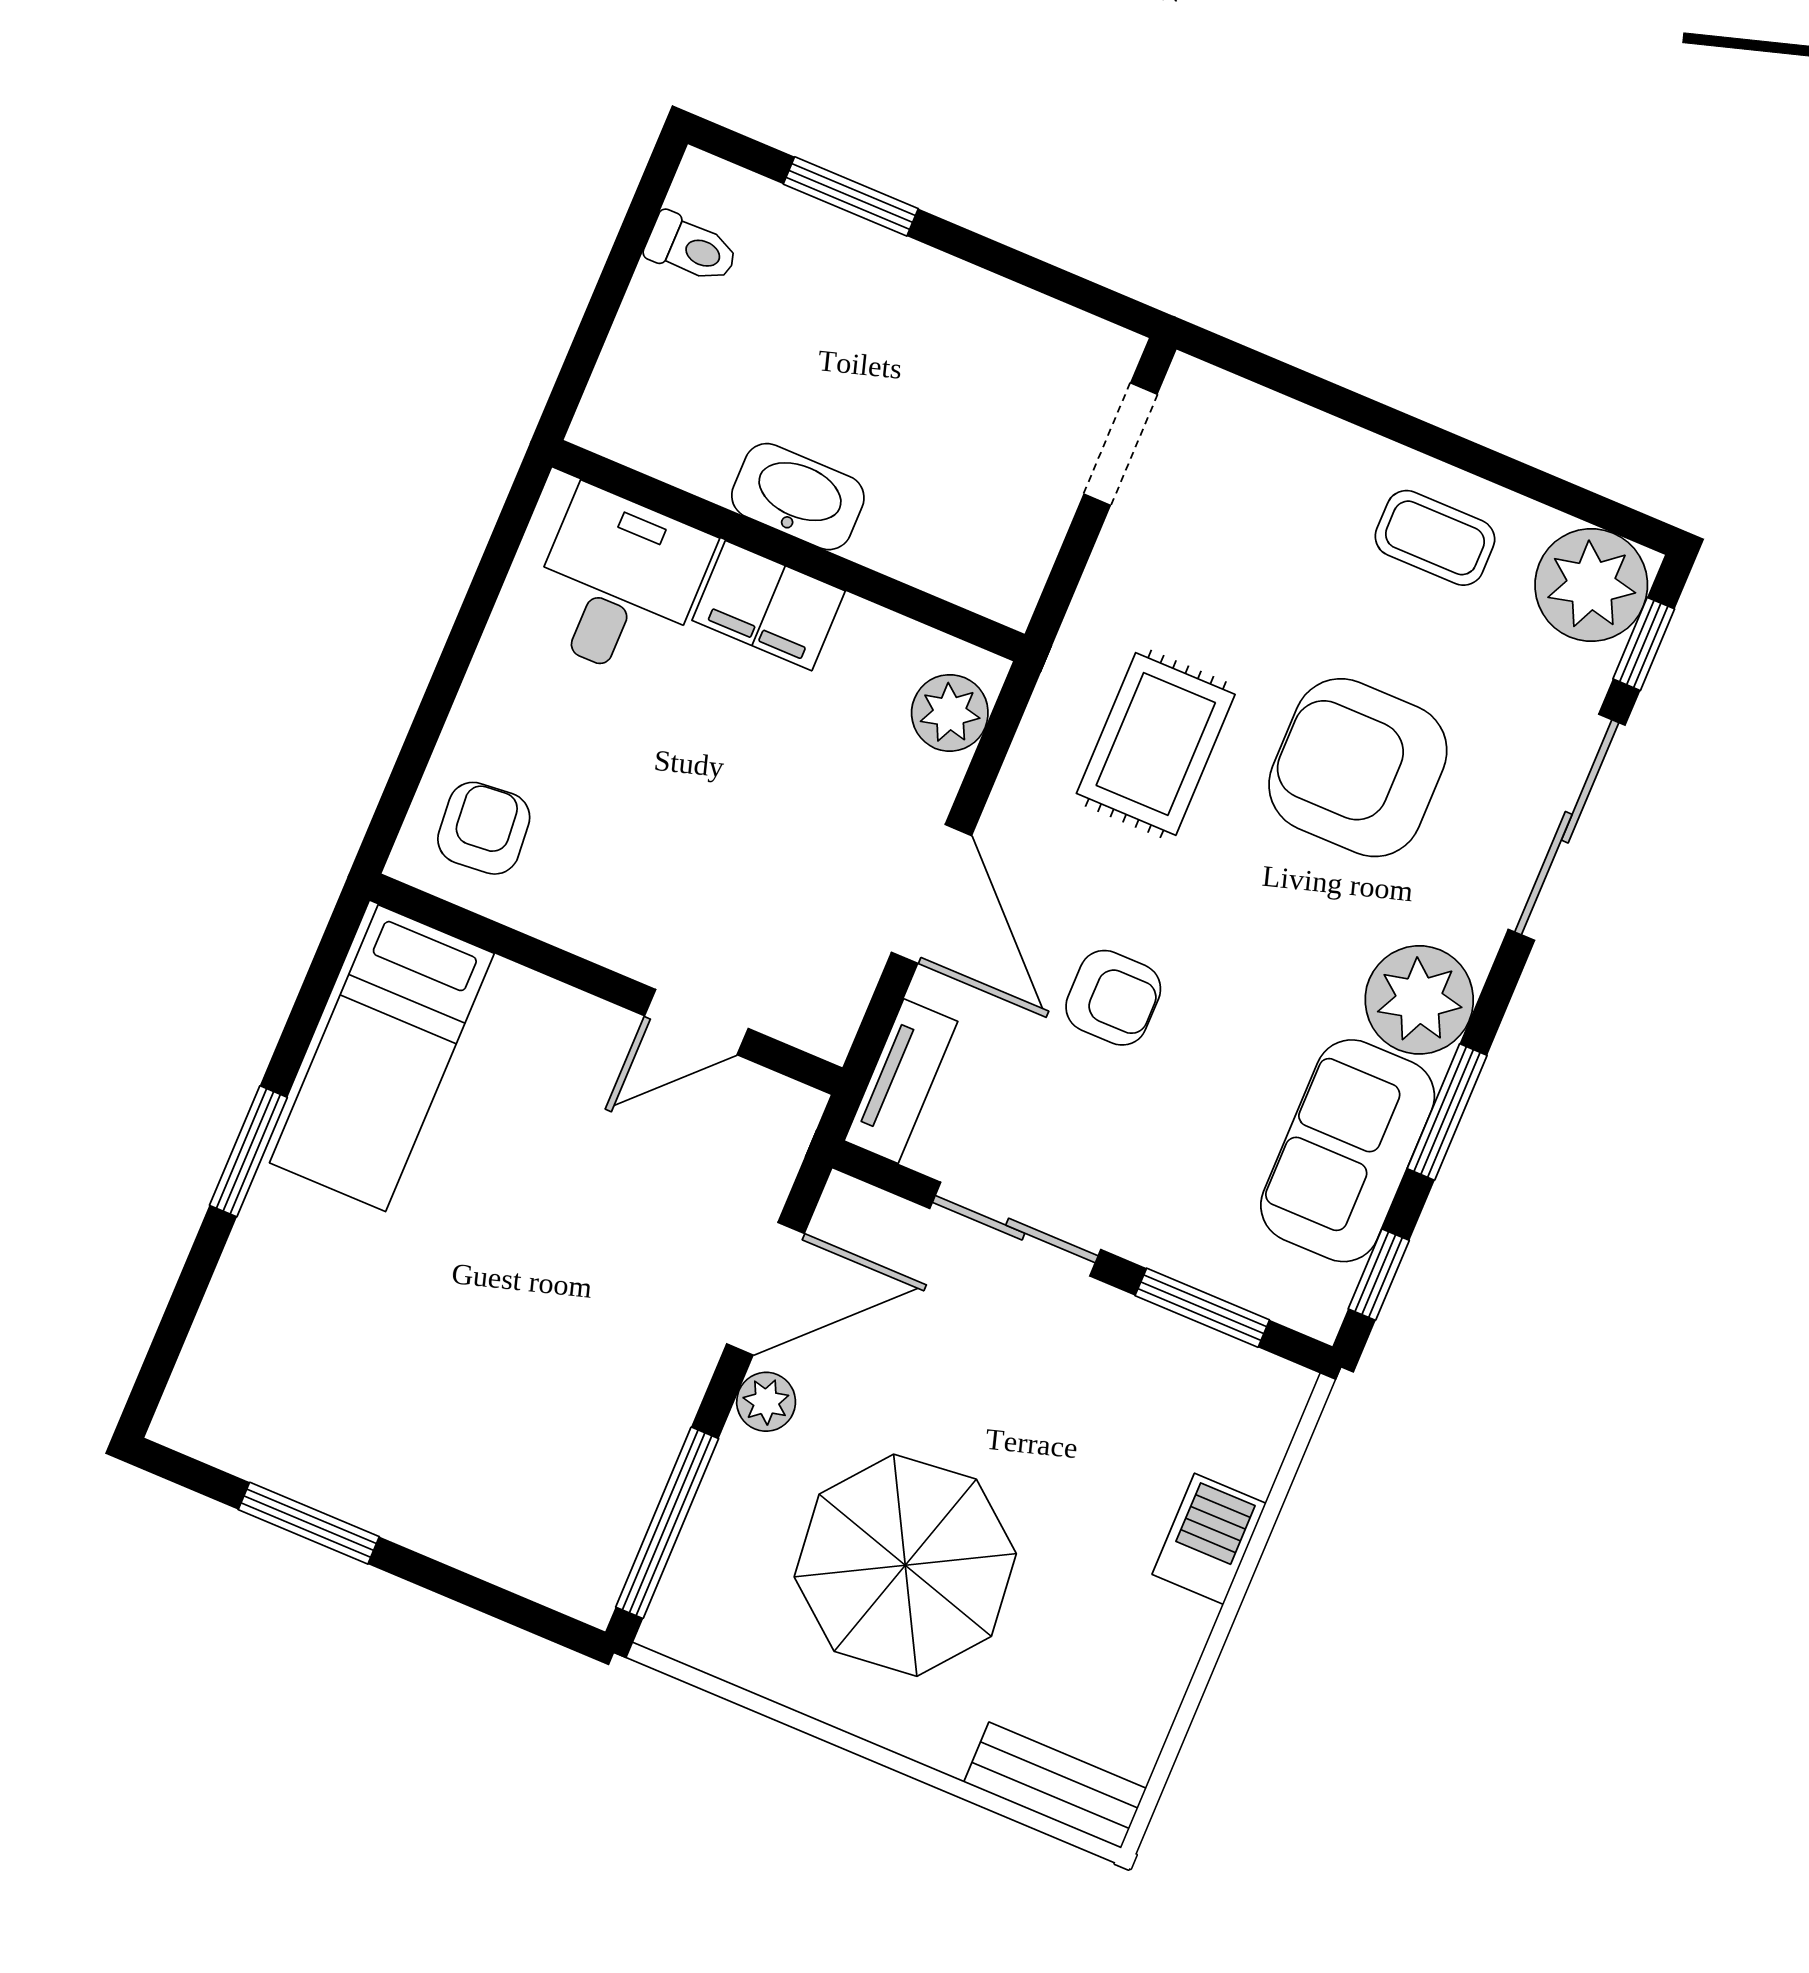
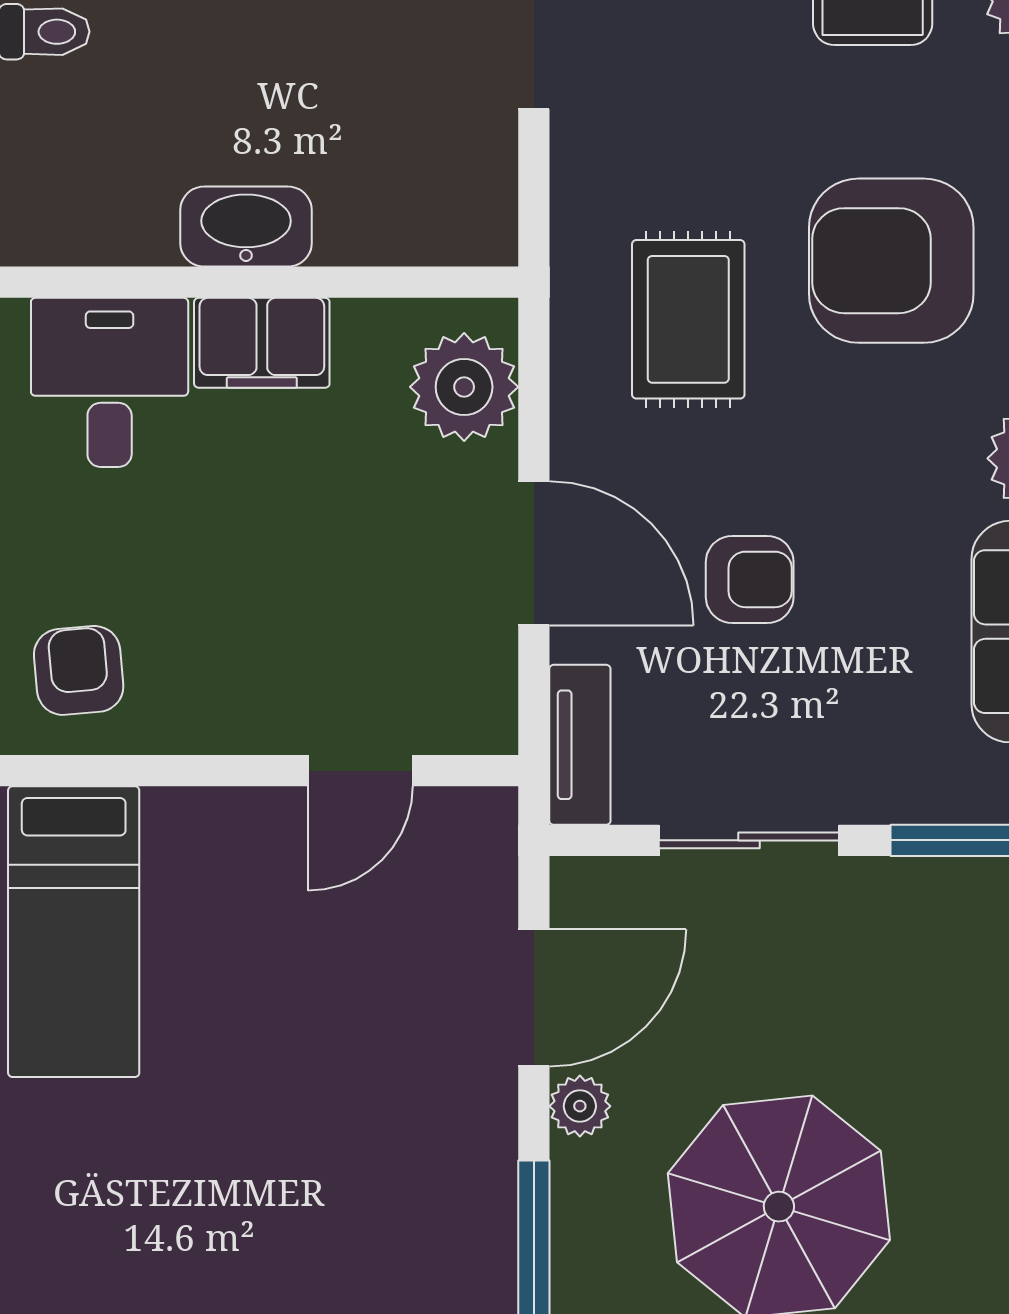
plant: (950, 713) -> (464, 387), width x1.36, depth x1.36

